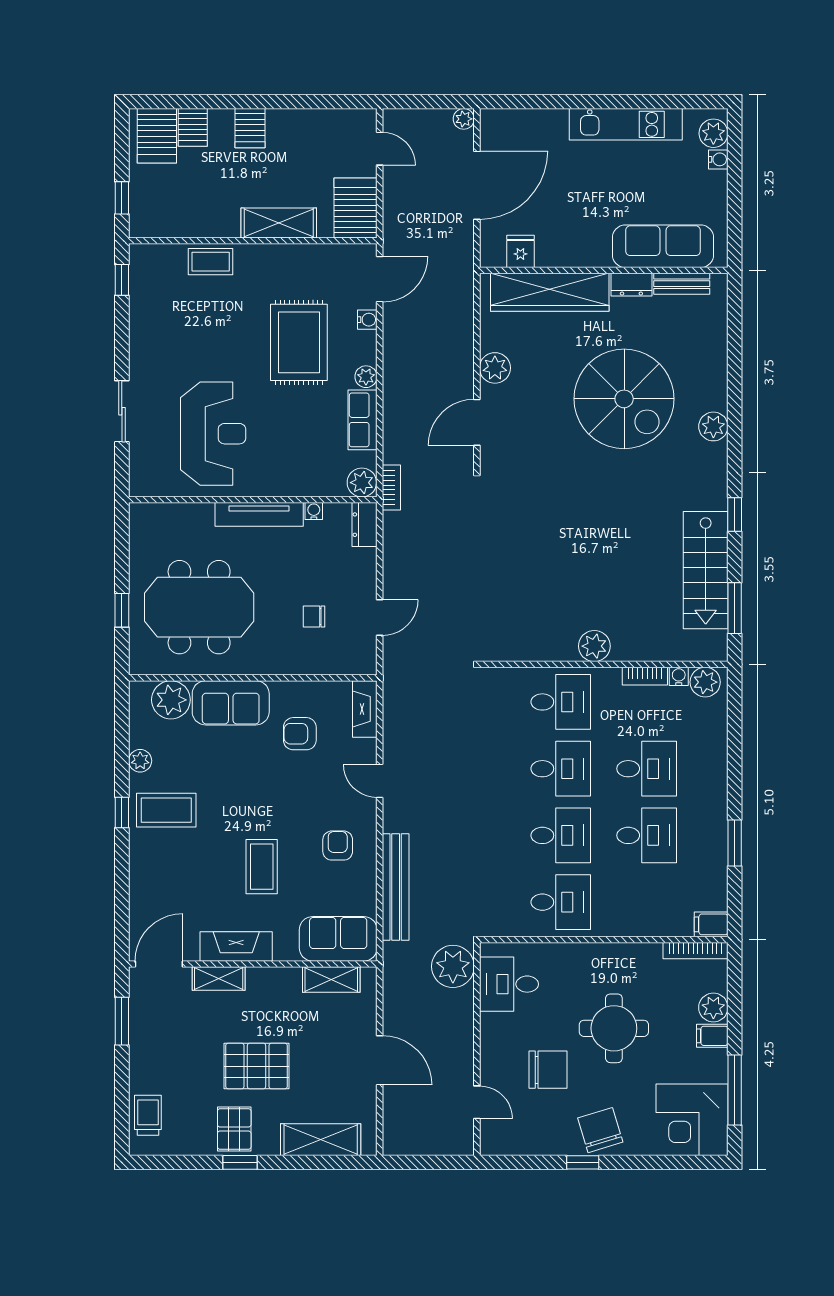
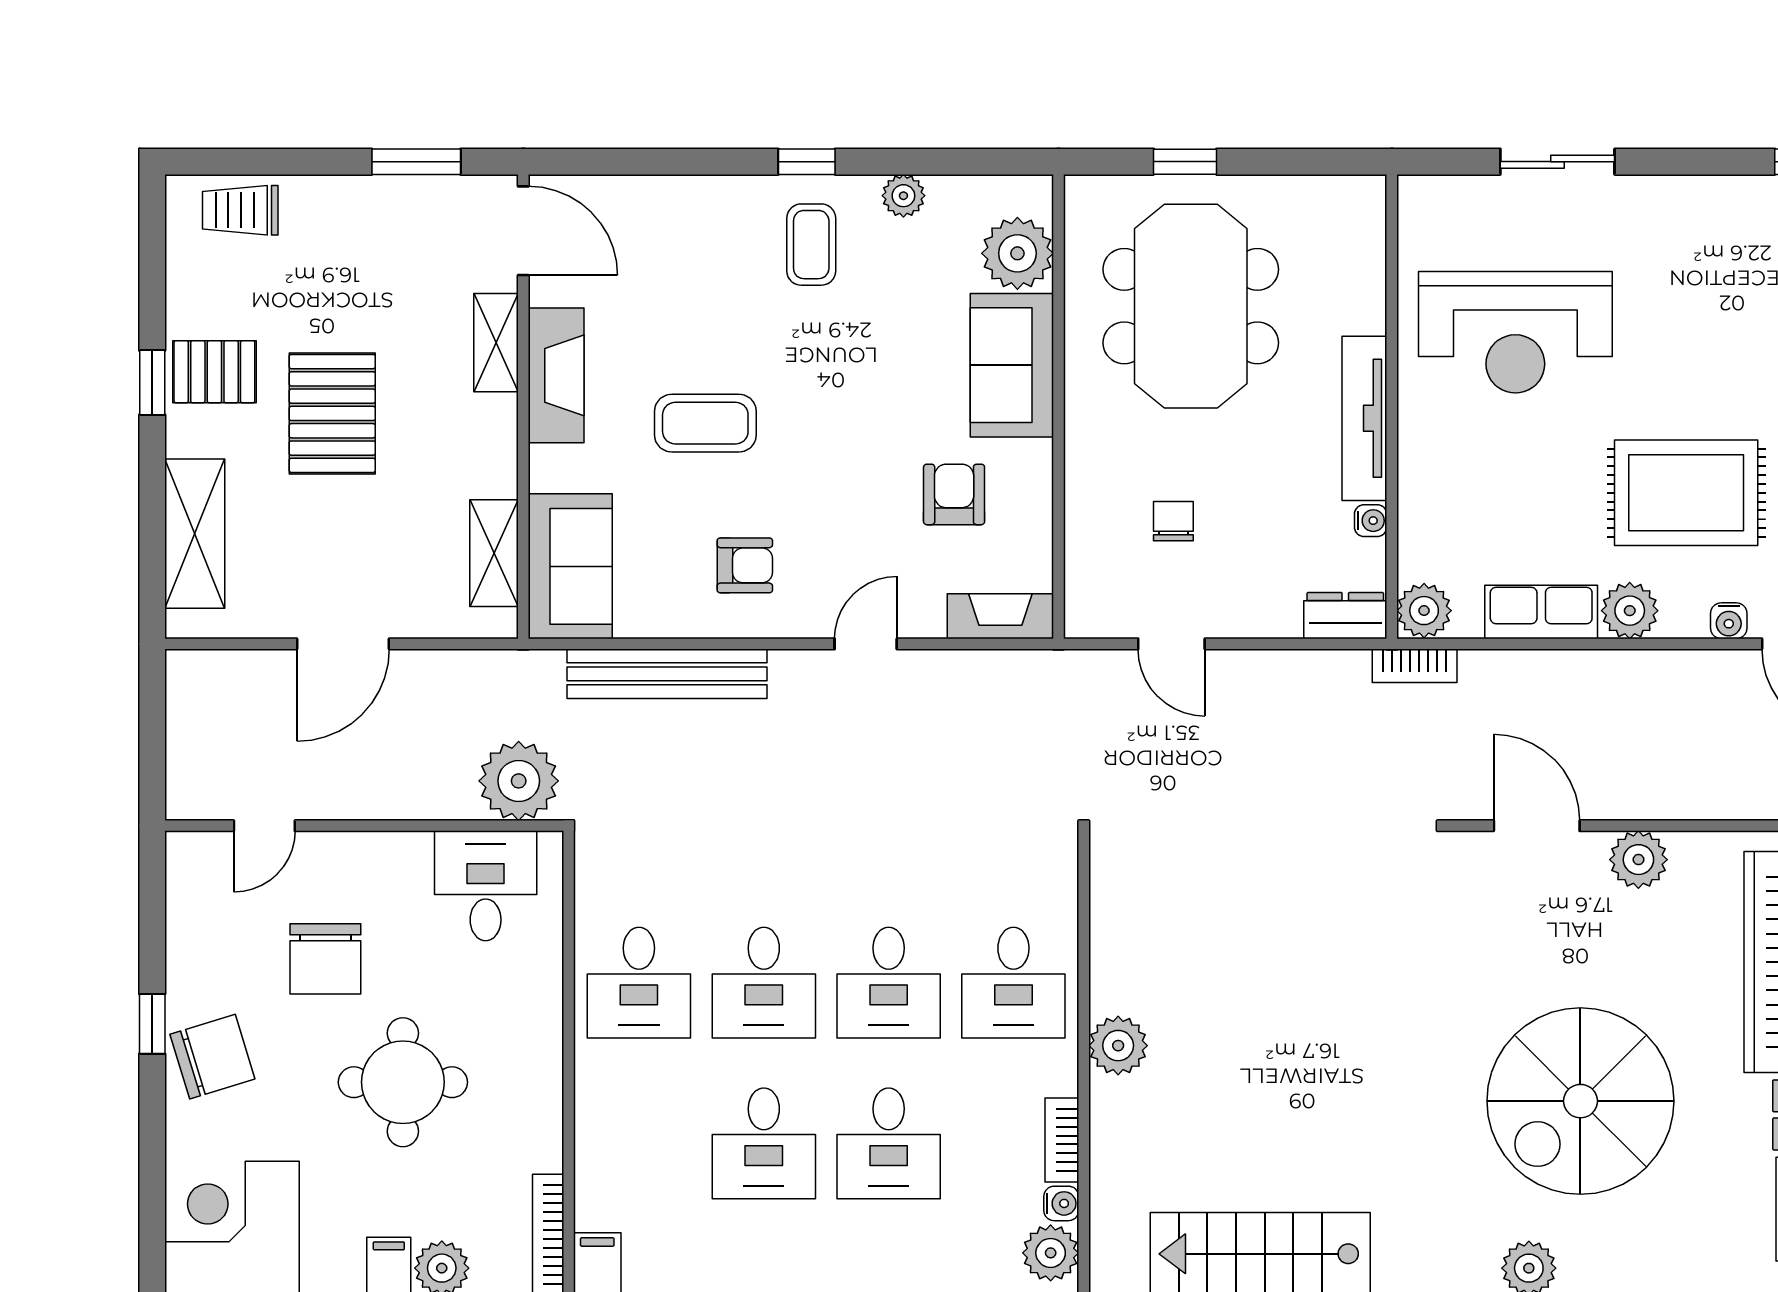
plant: (366, 377) -> (1630, 611), width x1.38, depth x1.38
coffee table: (166, 810) -> (811, 245), width x0.73, depth x0.77
trolley: (148, 1115) -> (240, 210), turned 180

